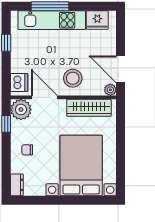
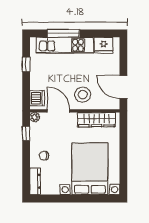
plant: (110, 90) -> (115, 104), removed
plant: (21, 110) -> (35, 117), width x0.53, depth x0.53
dresser: (17, 185) -> (35, 181), width x1.44

